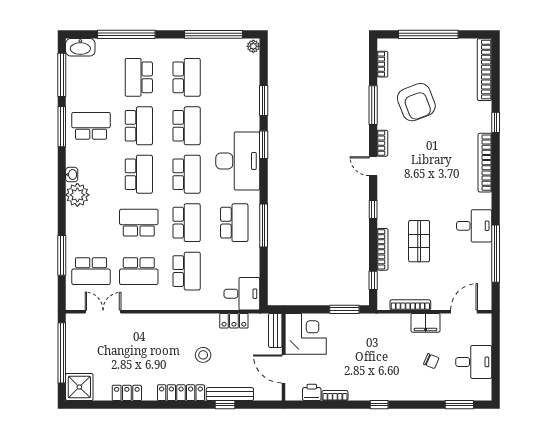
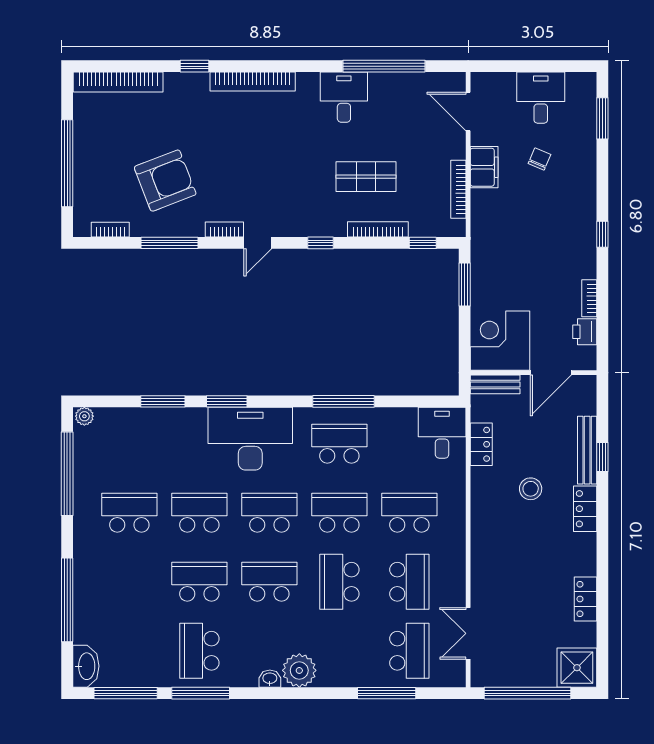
school desk: (139, 77) -> (129, 582), removed
locker: (181, 393) -> (585, 509), width x0.66

